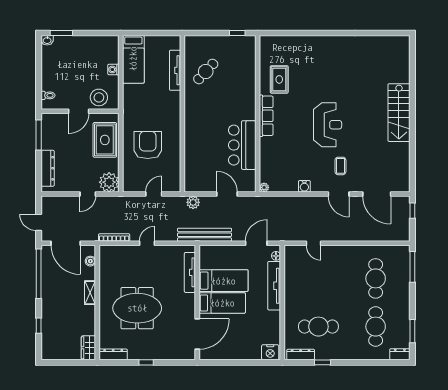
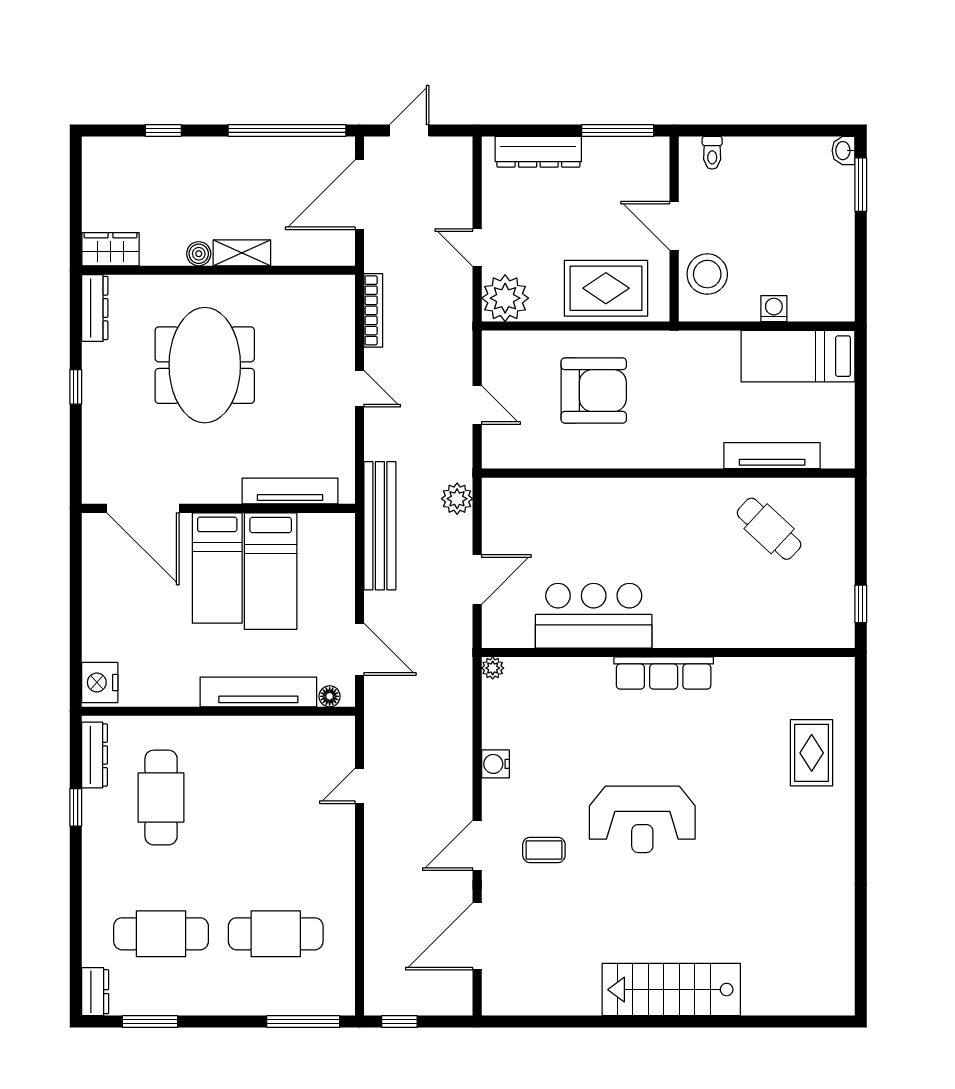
rug: (279, 79) -> (812, 753), moved, turned 90
window: (412, 211) -> (399, 1022), moved
boiler: (90, 261) -> (199, 254), moved

